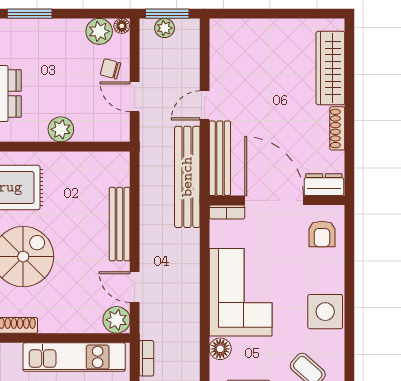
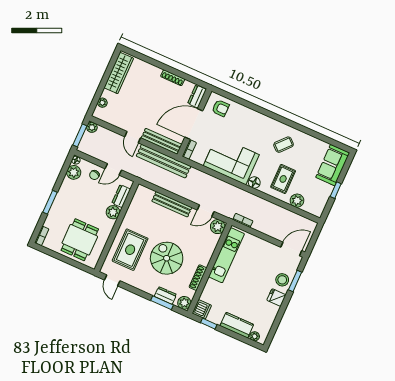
plant: (241, 27) -> (102, 103), added
plant: (165, 28) -> (92, 127), moved
wardrobe: (330, 68) -> (119, 73), moved, turned -90
dresser: (95, 131) -> (121, 196), added
side table: (325, 312) -> (259, 123), removed

